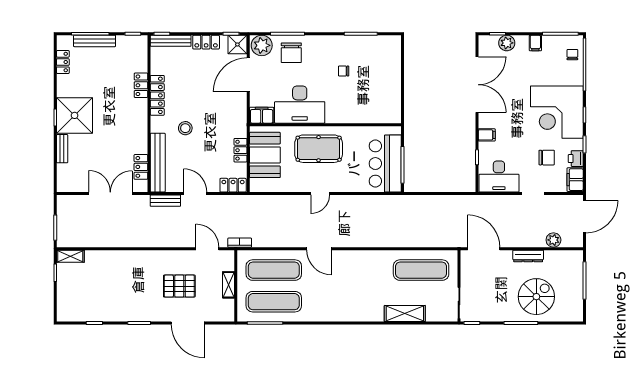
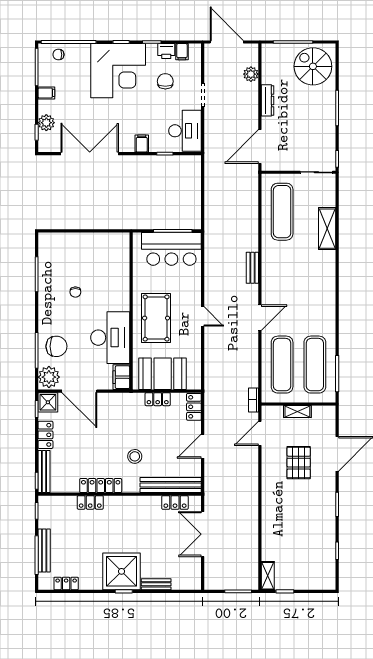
filing cabinet: (575, 180) -> (182, 52), width x0.50
bench: (165, 201) -> (252, 268), moved
spiral stairs: (536, 297) -> (313, 66), moved

